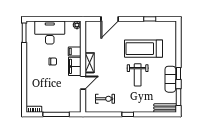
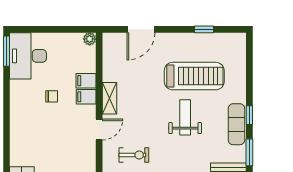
desk: (50, 33) -> (28, 56), moved, turned -90
treadmill: (143, 49) -> (194, 76), turned 180
filing cabinet: (75, 66) -> (86, 97), width x0.50
weight bench: (138, 75) -> (185, 117), turned 180

